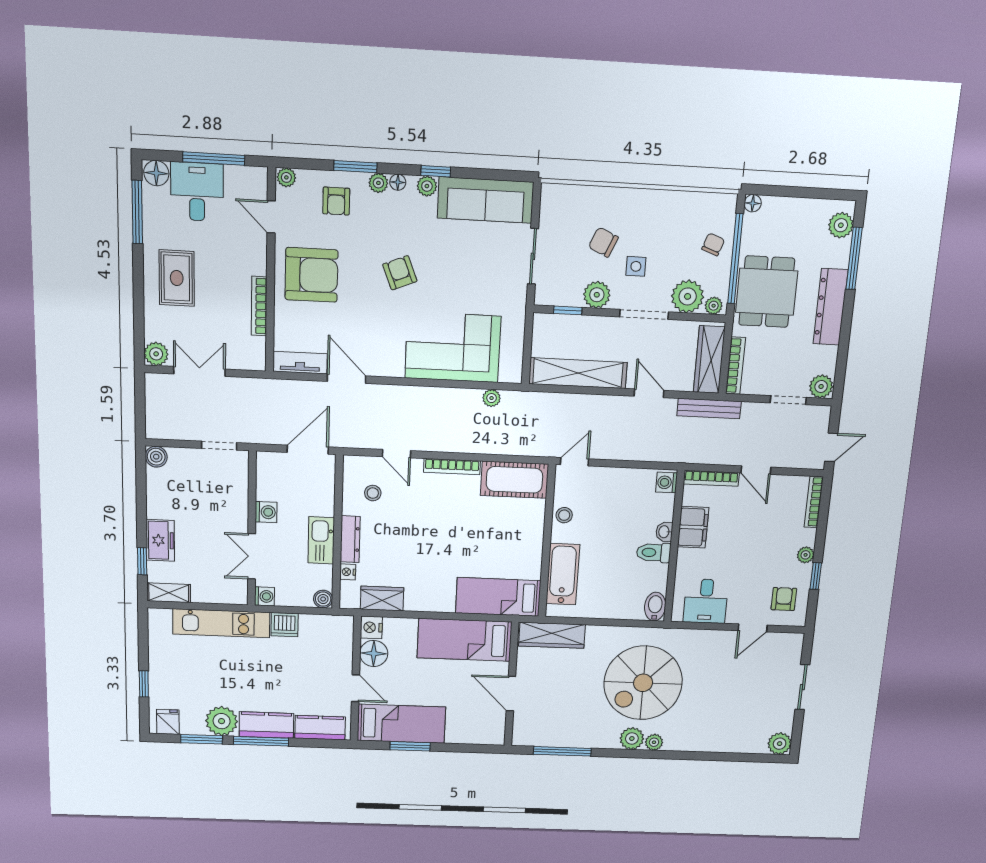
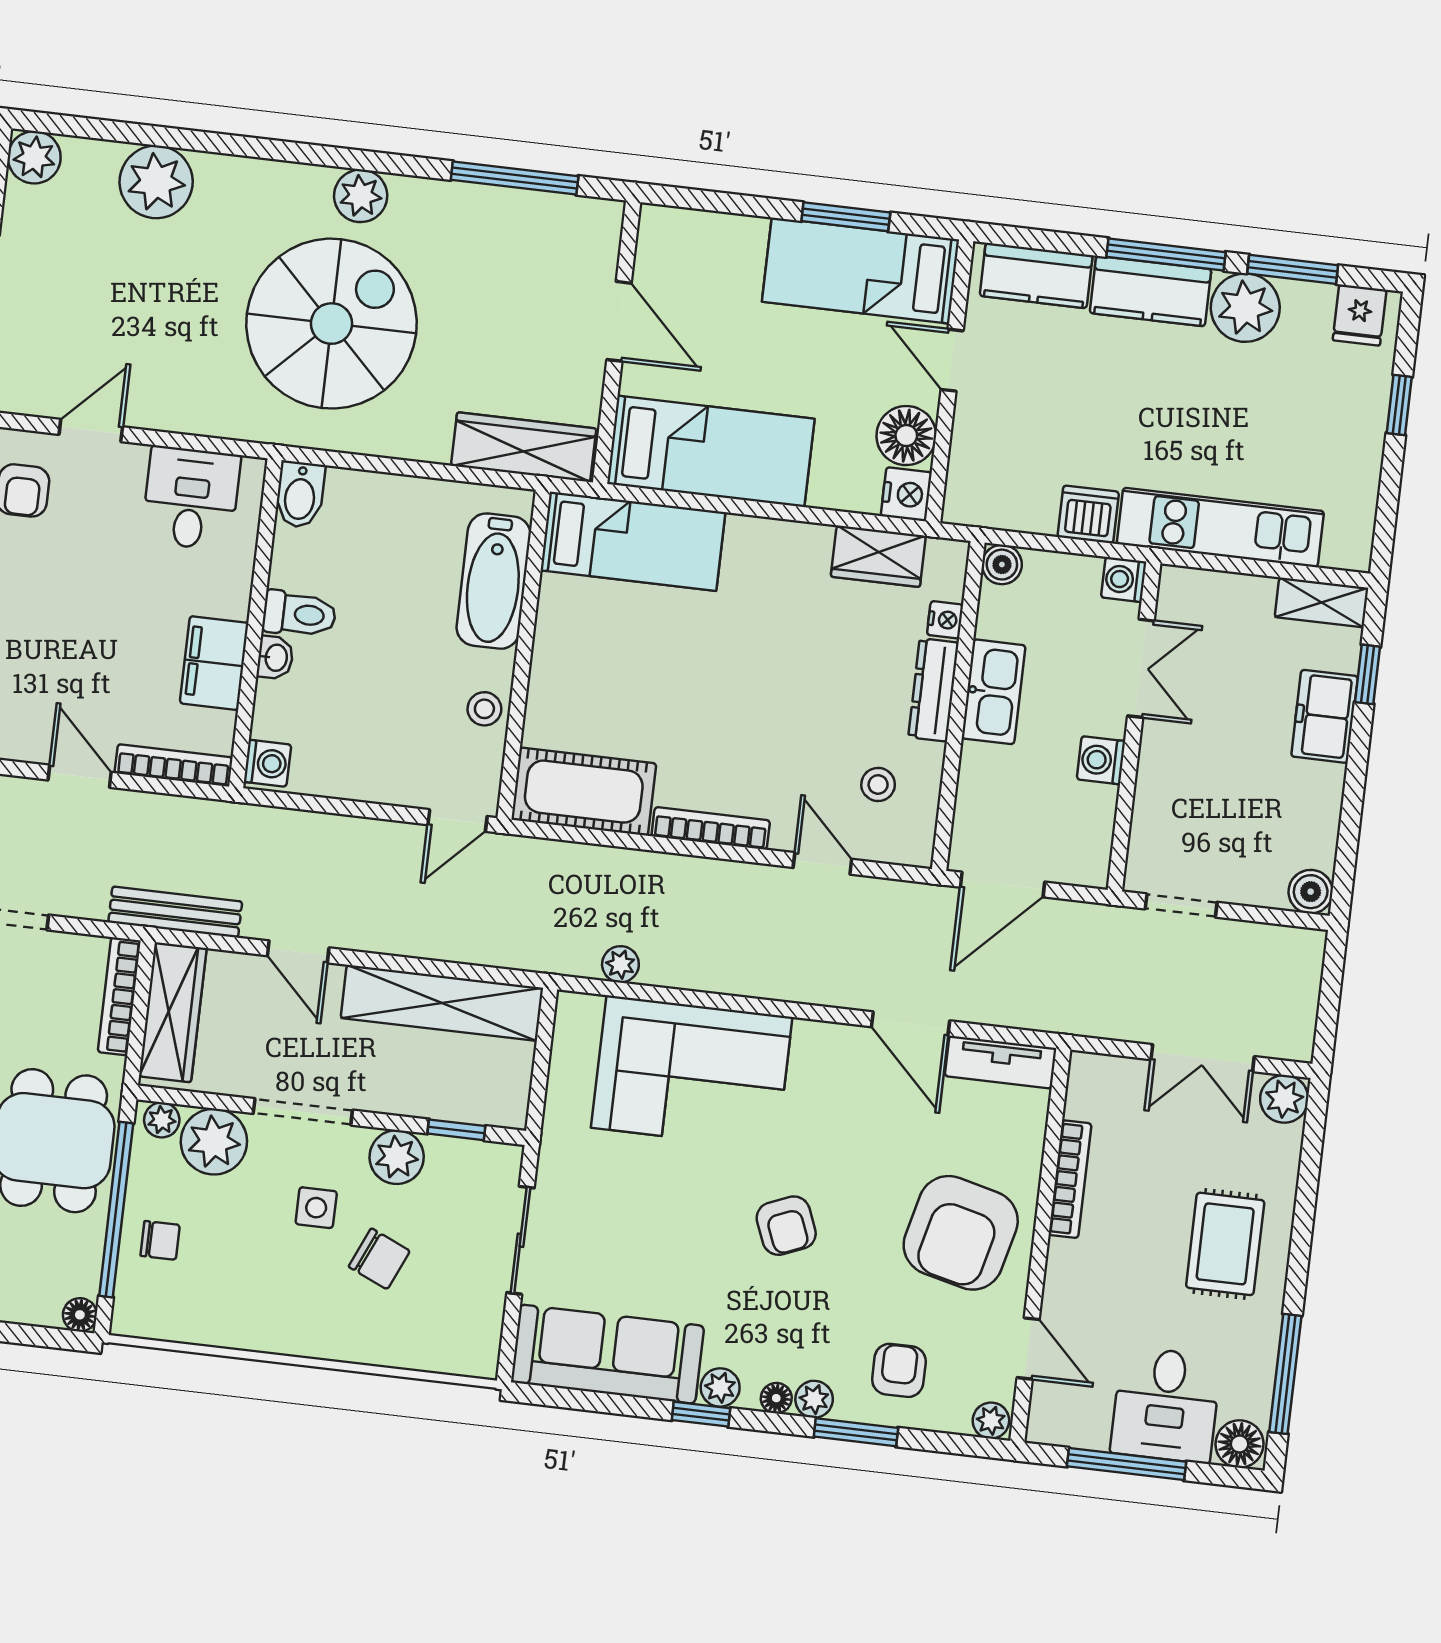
chair: (713, 244) -> (160, 1240), turned -110
armchair: (311, 275) -> (961, 1233), turned -76
plant: (654, 742) -> (156, 182), moved, width x1.87, depth x1.87

